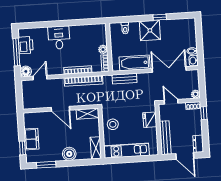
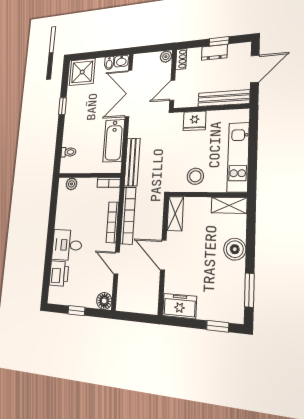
shower: (150, 30) -> (82, 72), moved
printer: (26, 45) -> (59, 273), moved, turned 90
plant: (103, 49) -> (71, 184), moved
window: (16, 52) -> (76, 311), width x0.46
door: (40, 78) -> (117, 263), moved
bench: (124, 79) -> (132, 162), width x1.36
door: (60, 109) -> (163, 255), swing flipped
window: (204, 113) -> (219, 41), moved
freezer: (31, 139) -> (180, 306), moved
dresser: (198, 144) -> (214, 52), moved

